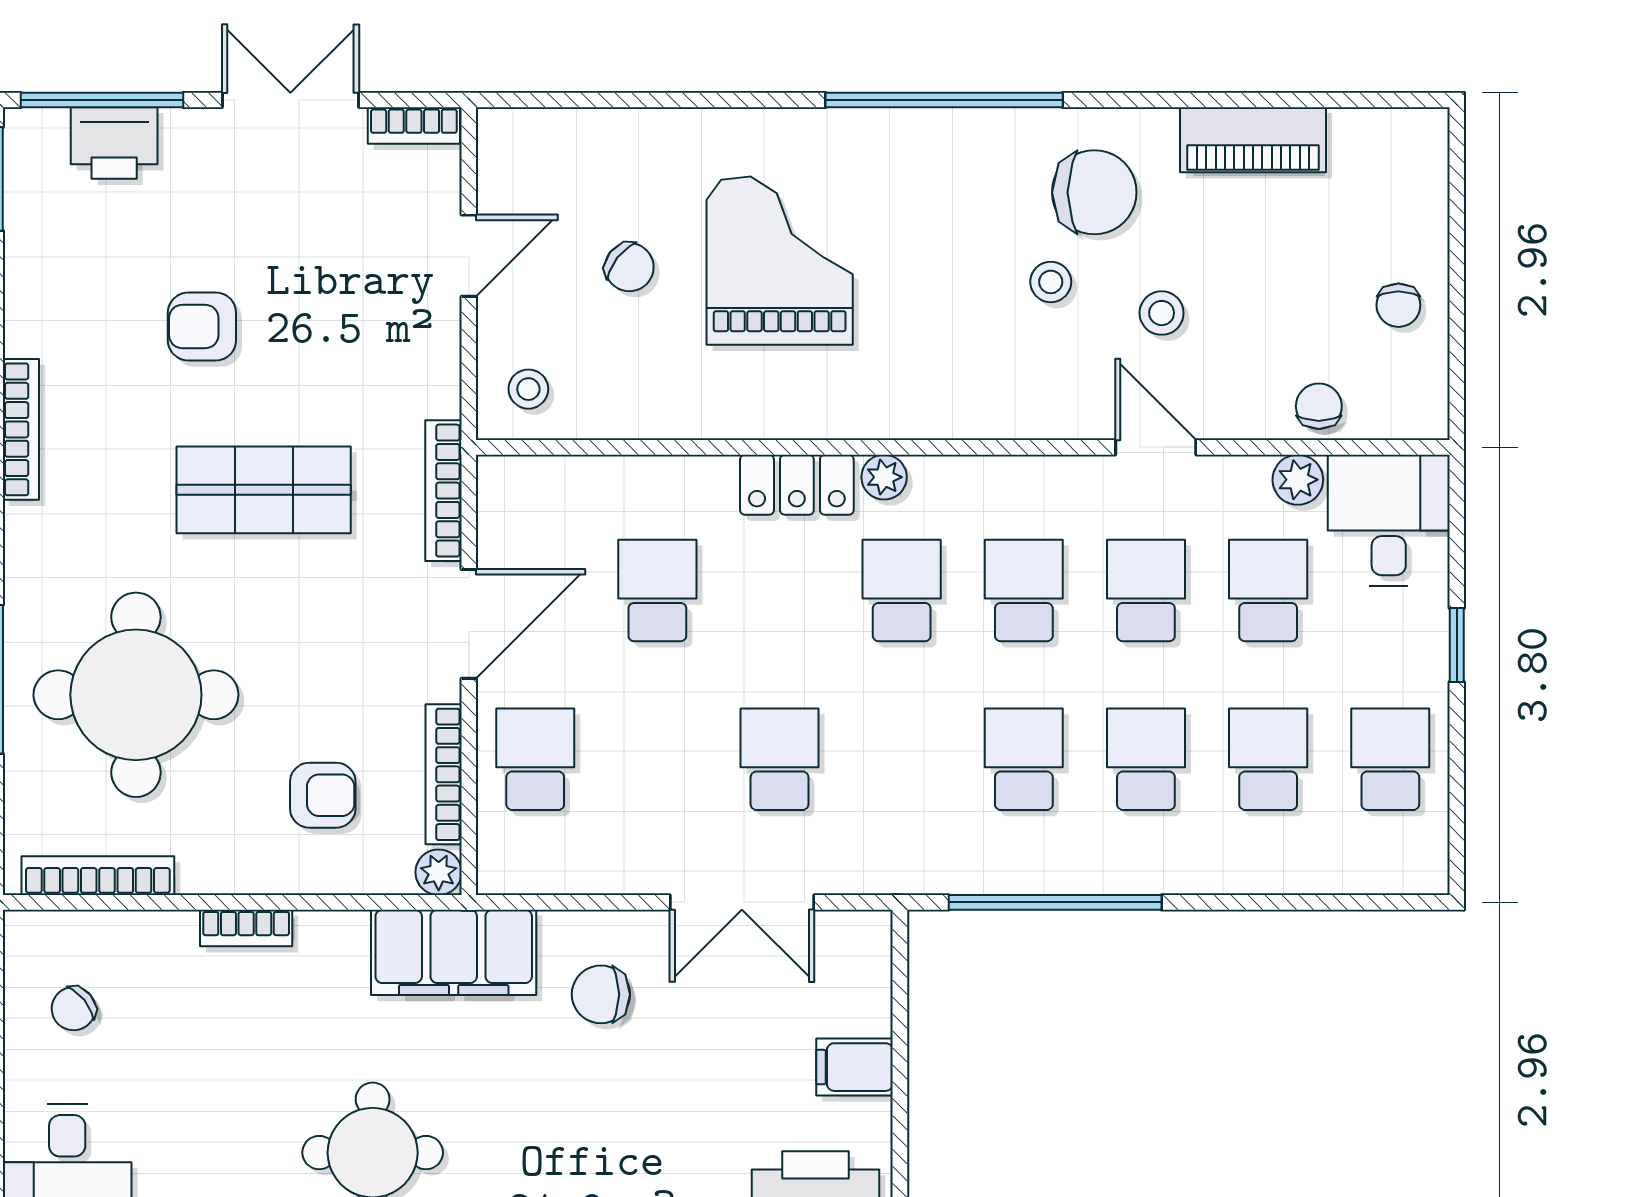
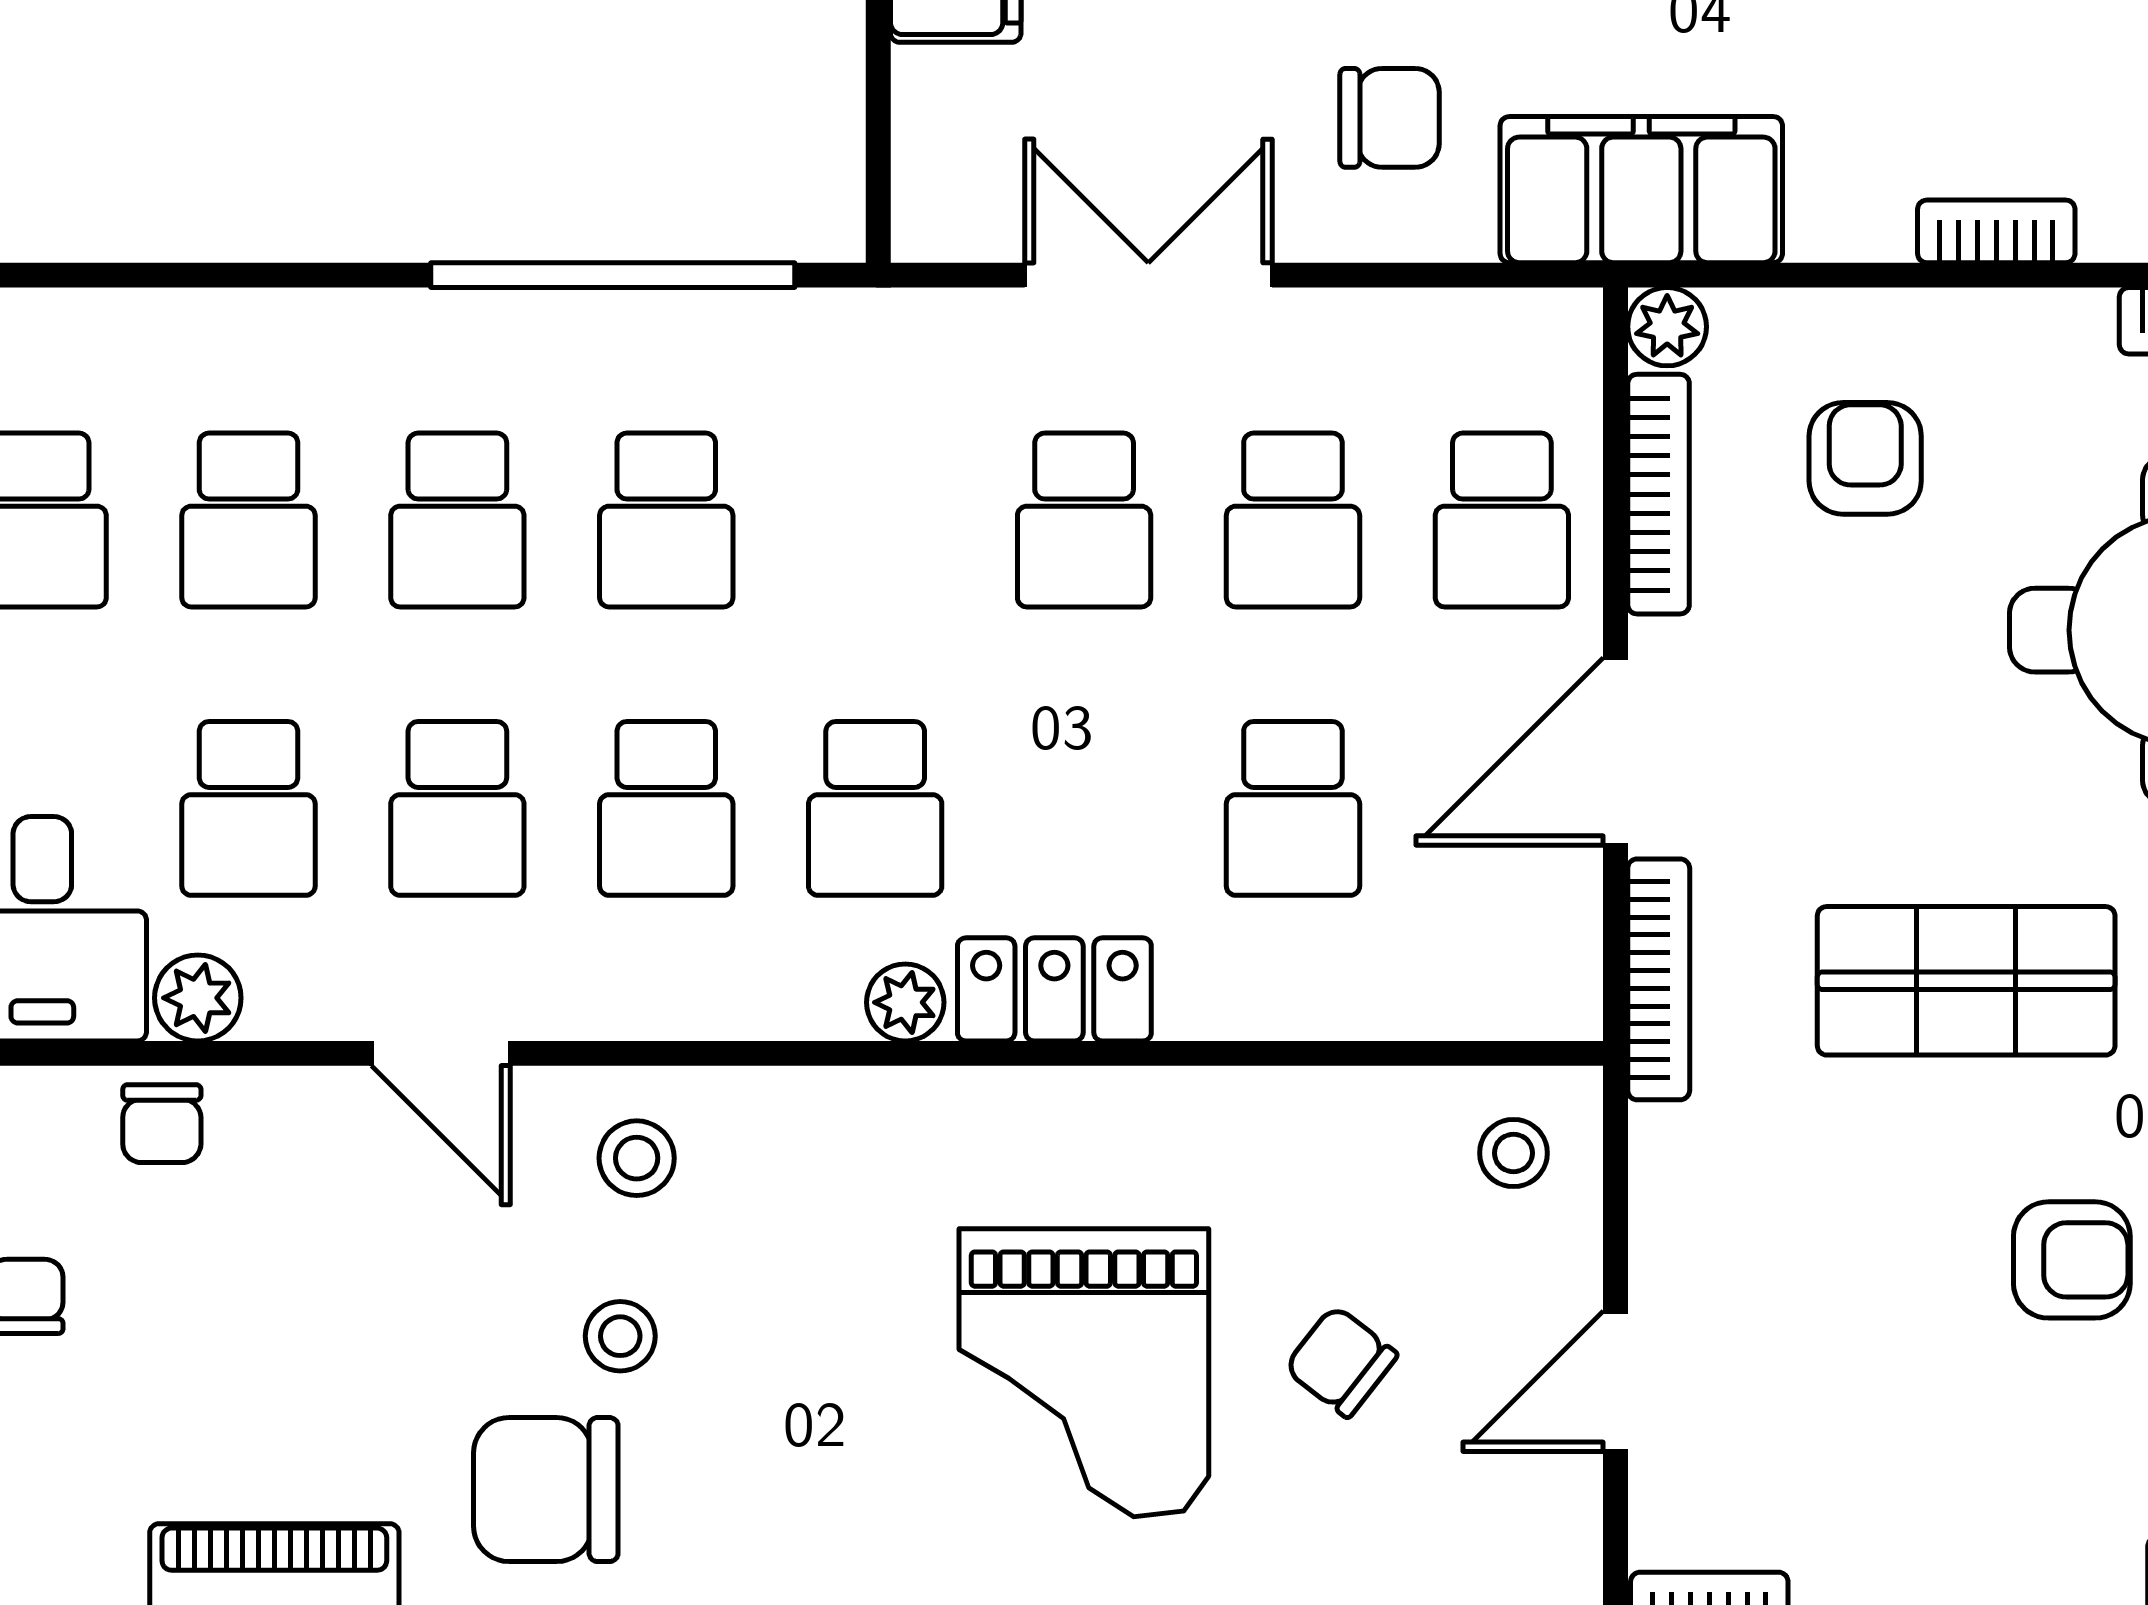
stool: (1162, 313) -> (637, 1158), moved
school desk: (657, 759) -> (1293, 520), added
armchair: (323, 795) -> (1865, 458), turned 90

